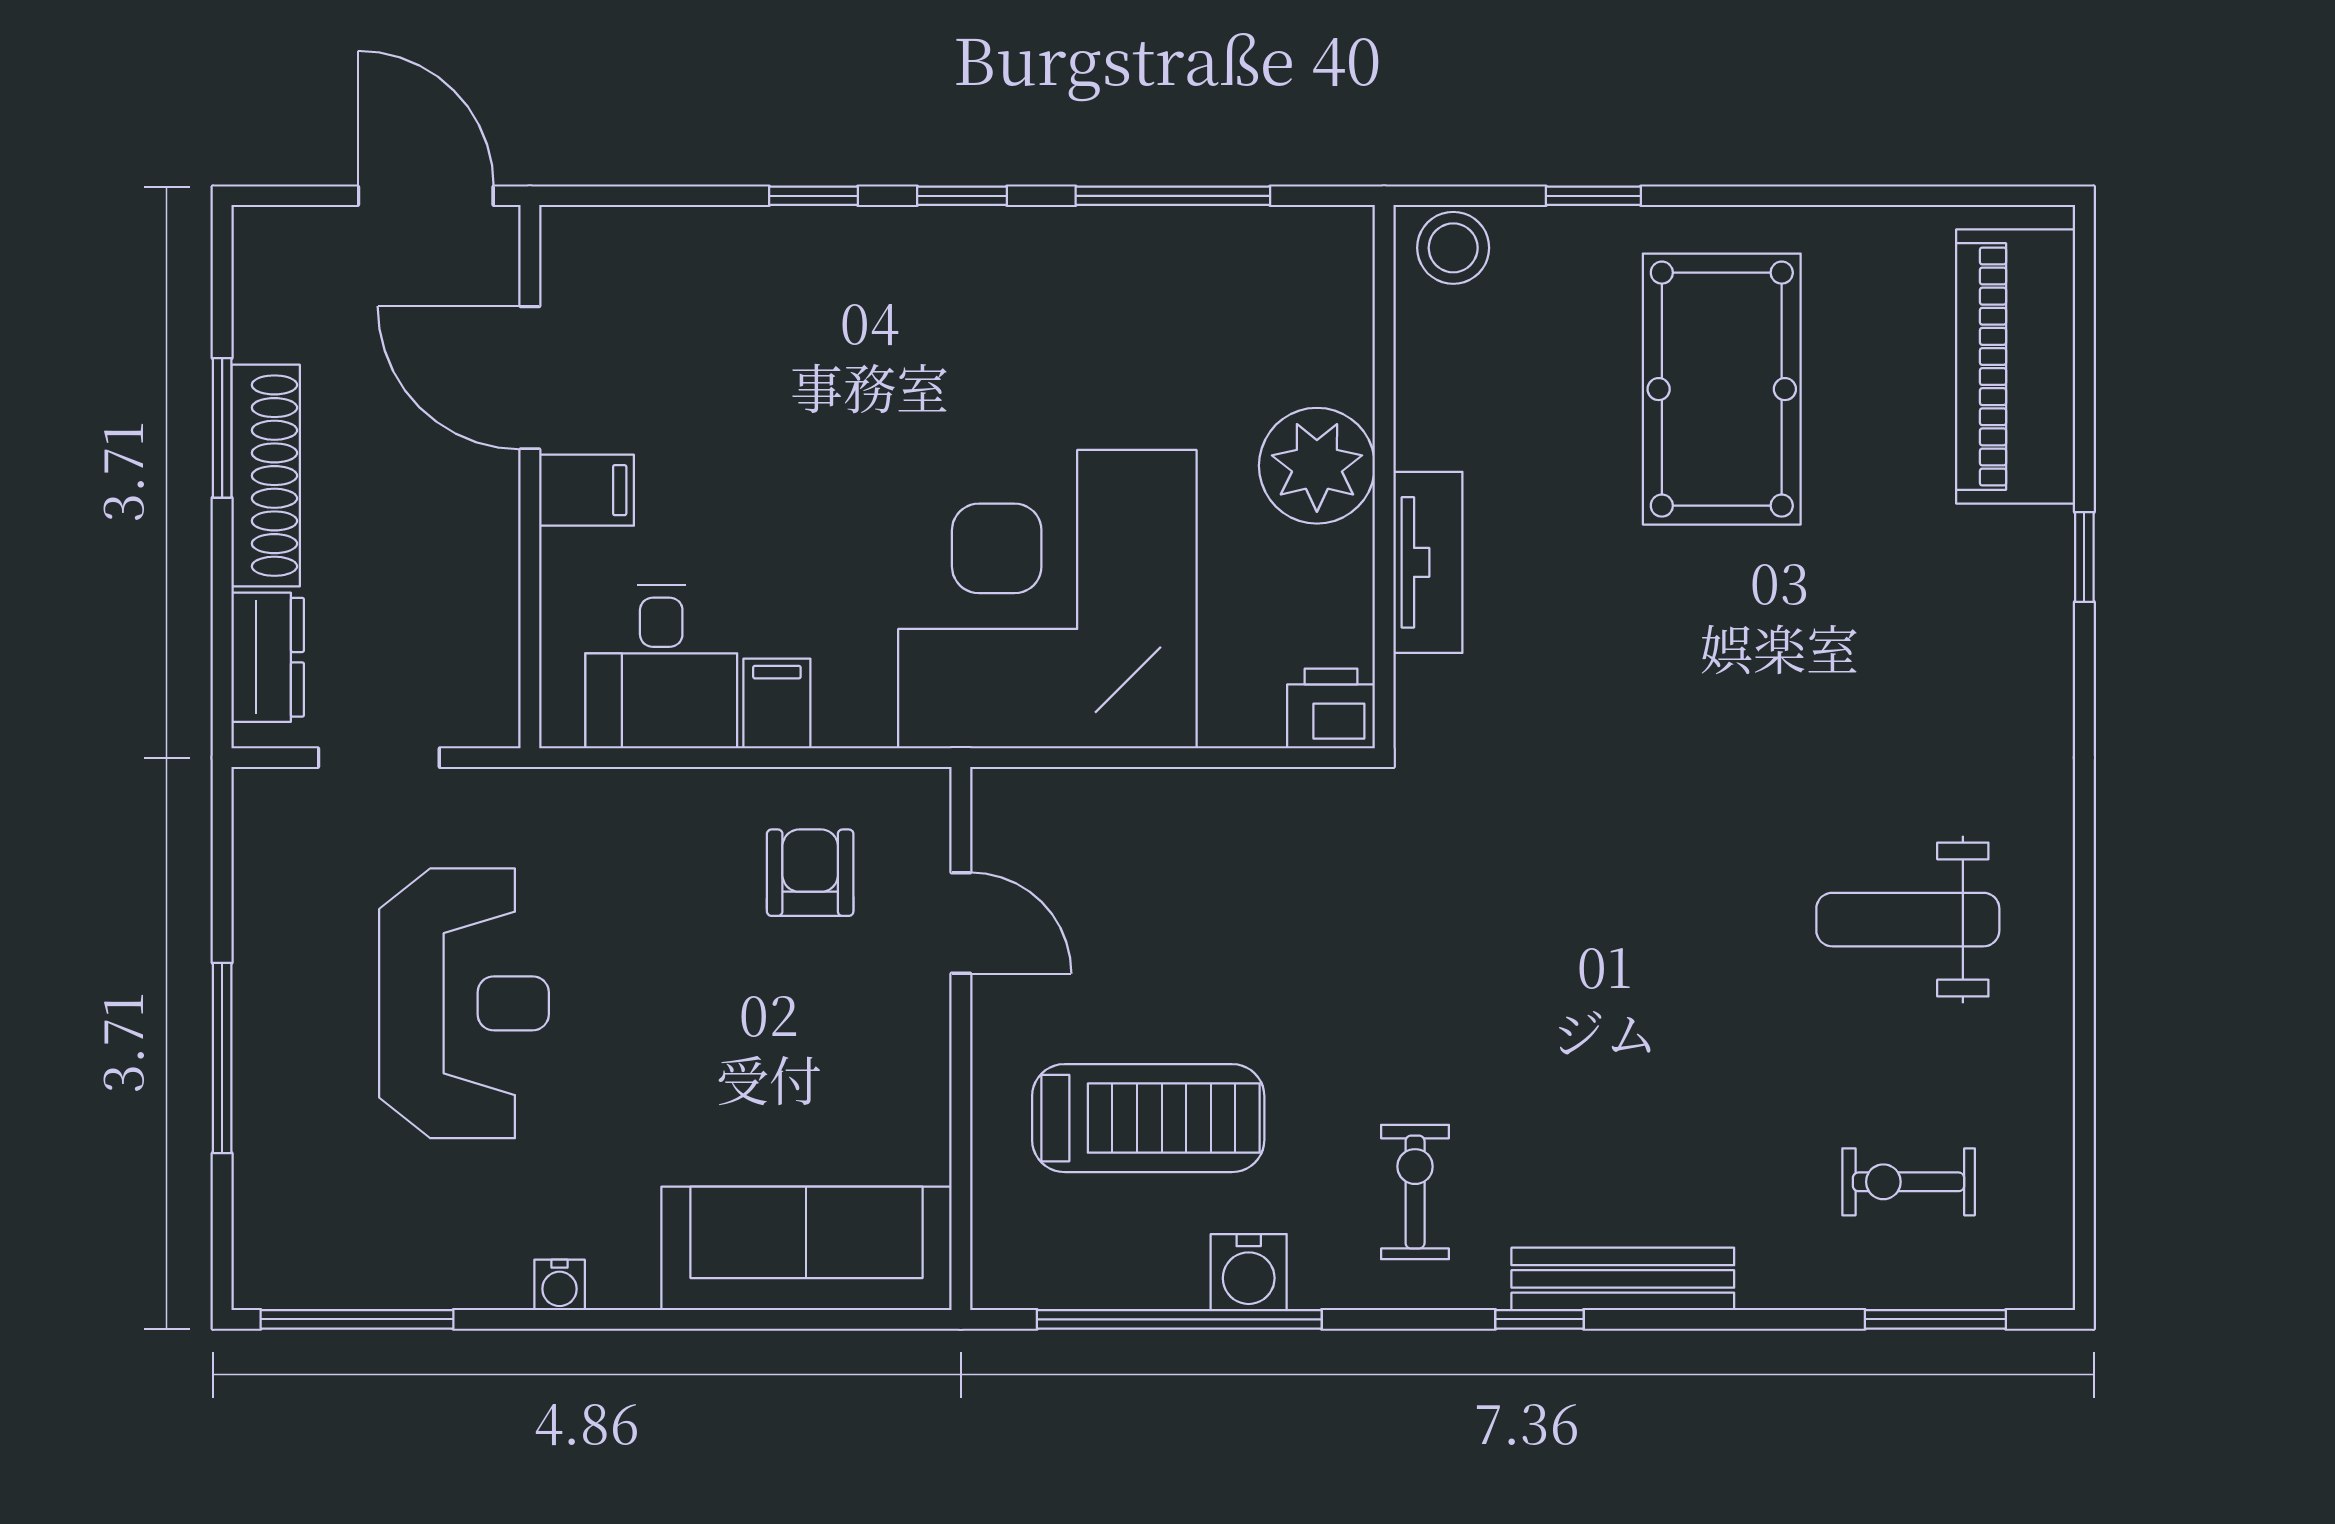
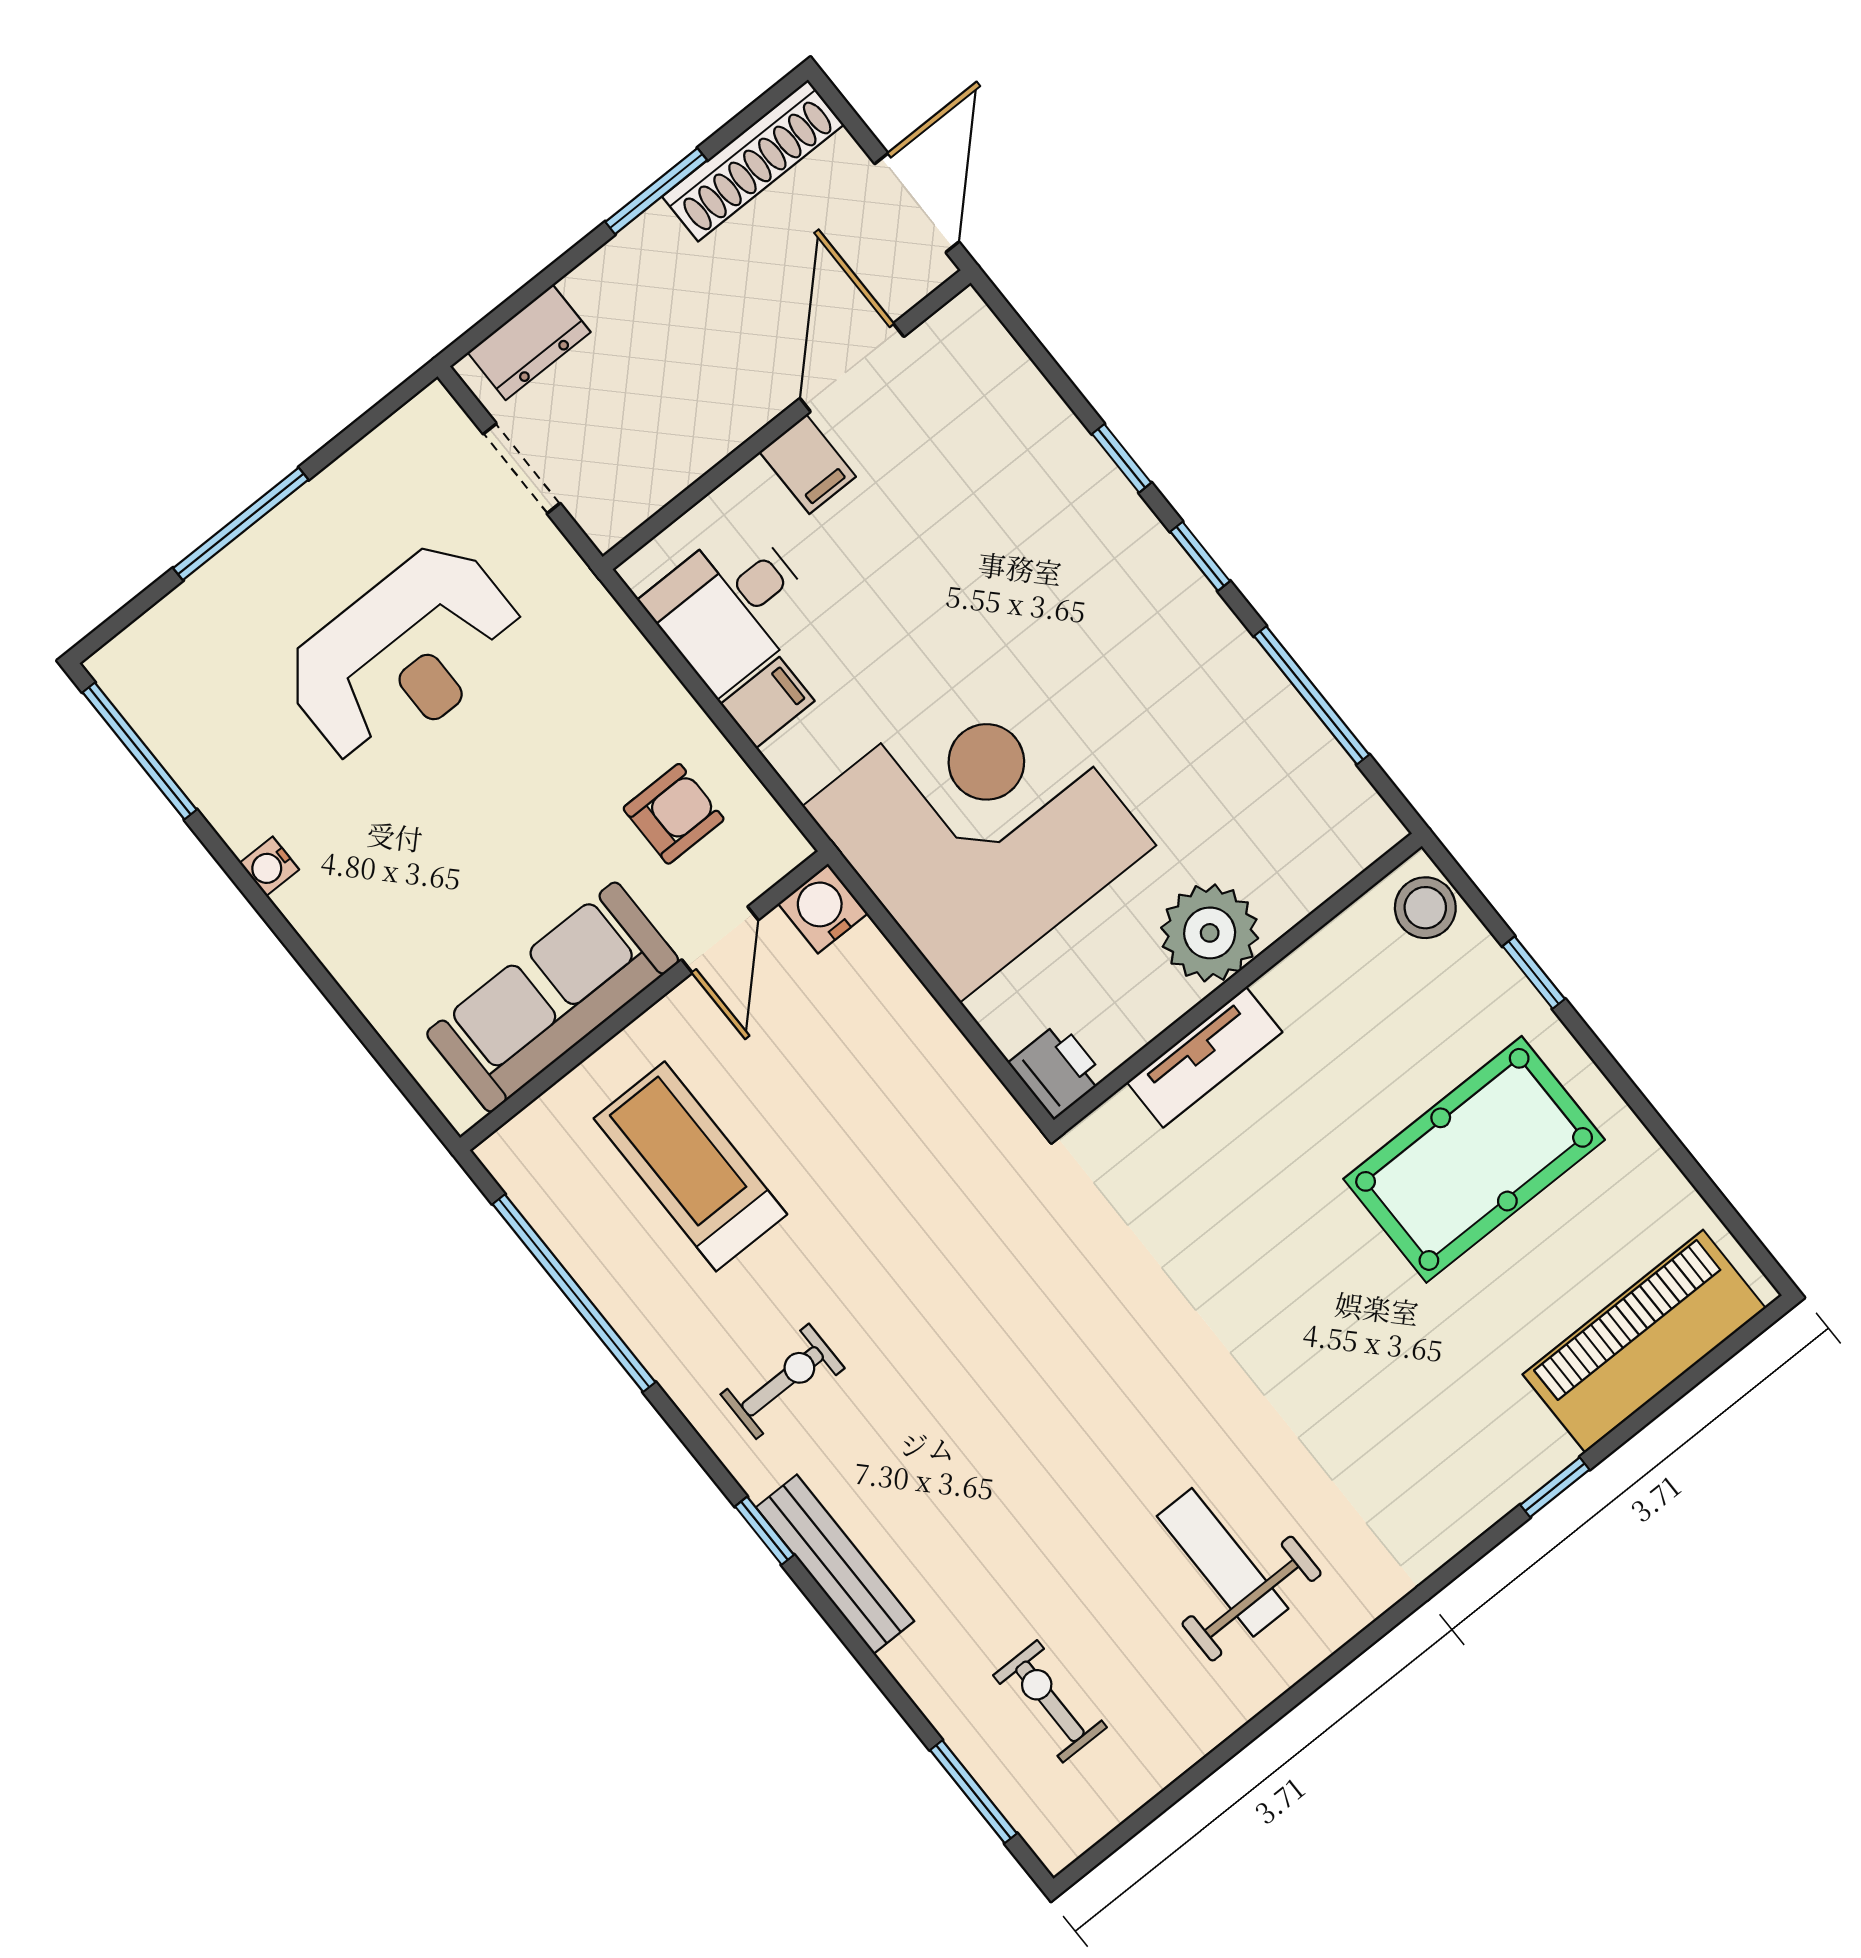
shoe rack: (266, 476) -> (753, 161), moved
treadmill: (1148, 1118) -> (690, 1166), turned 180
sofa: (806, 1248) -> (553, 997), moved, turned -90
water cooler: (1249, 1272) -> (823, 908), moved, turned 90

